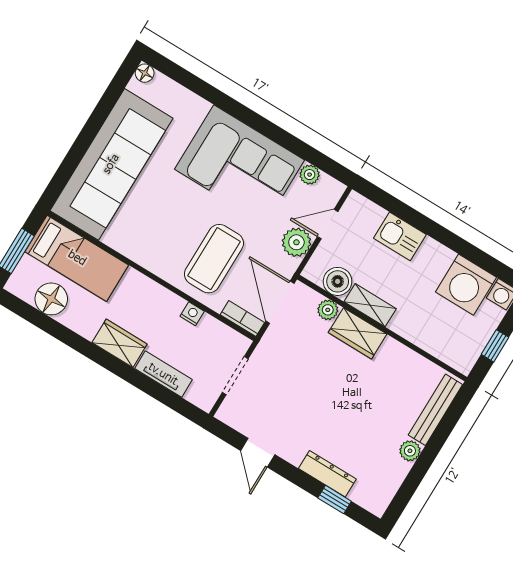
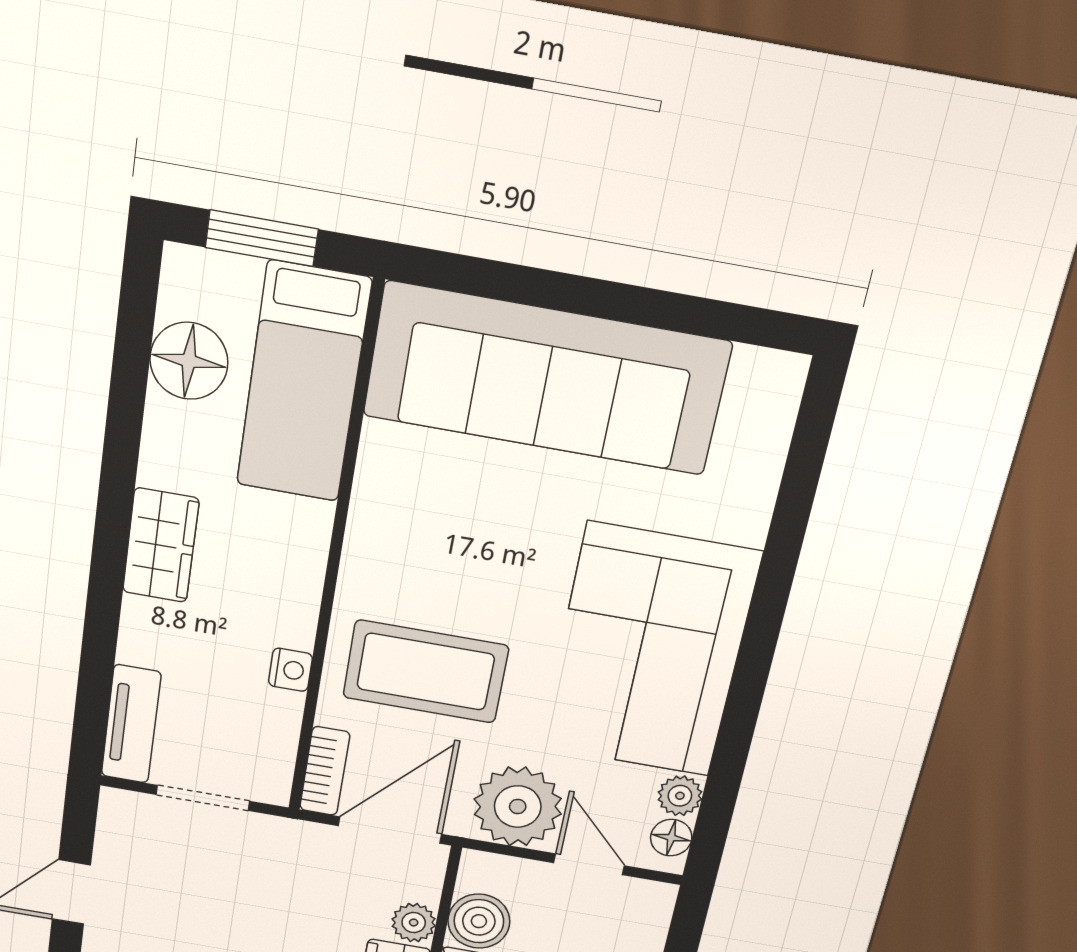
floor lamp: (145, 73) -> (671, 838), moved
plant: (296, 242) -> (518, 807), width x1.36, depth x1.36
tv unit: (163, 374) -> (131, 724), moved

